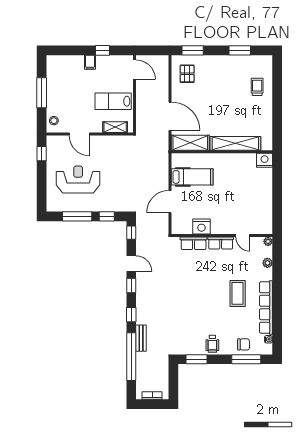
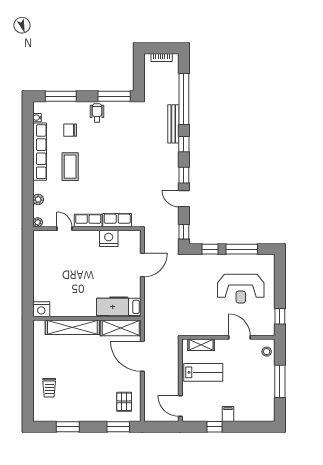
hospital bed: (192, 177) -> (119, 307), moved
bench: (141, 338) -> (173, 124), width x1.36
chair: (244, 344) -> (70, 130), moved
window: (196, 359) -> (114, 96), width x1.44

